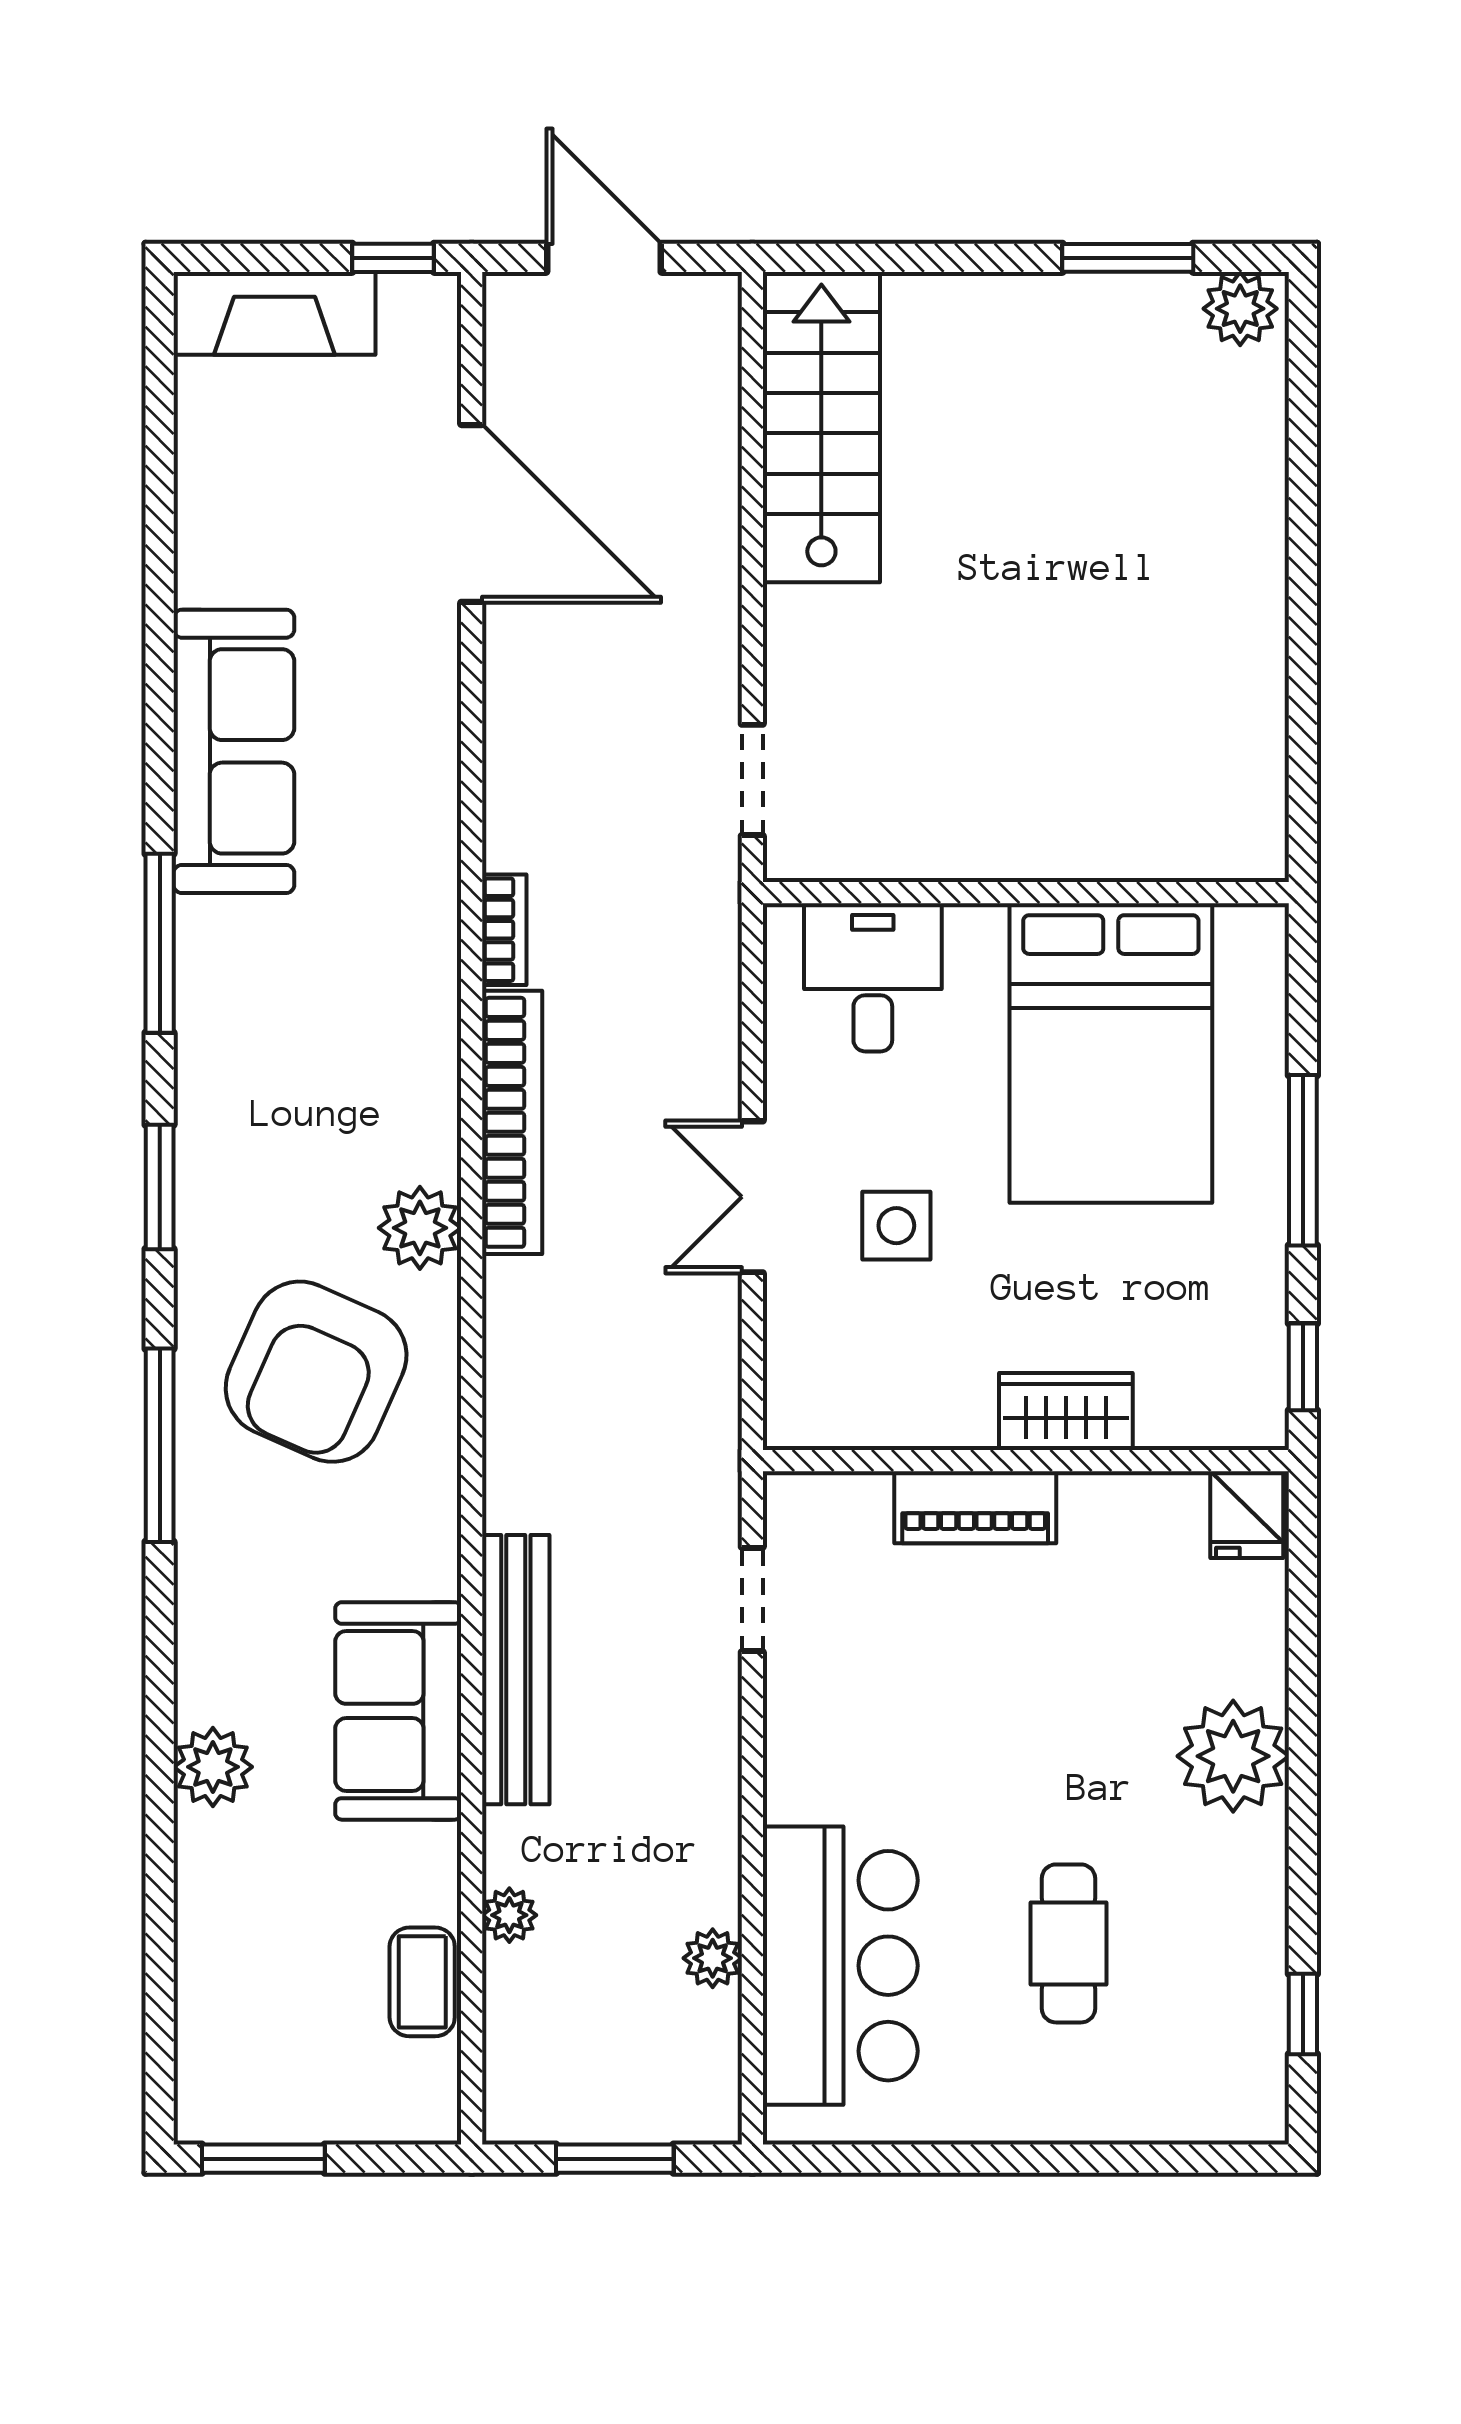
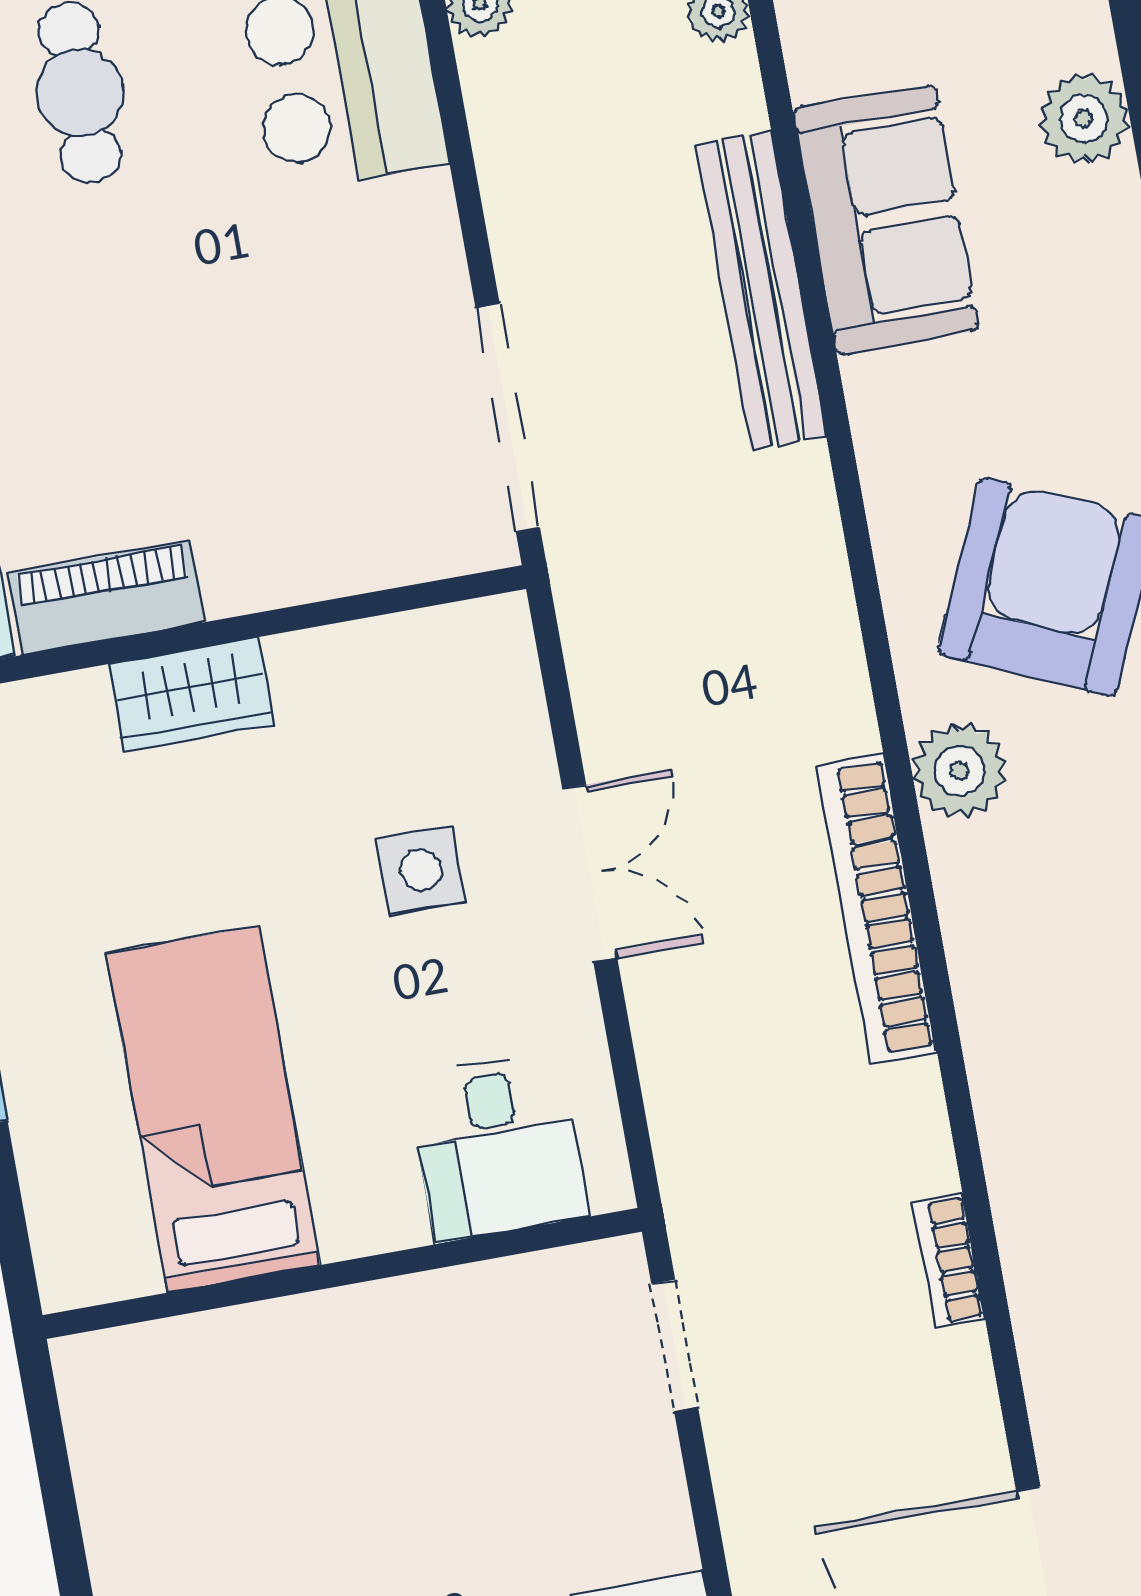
bookcase: (504, 930) -> (949, 1260), moved
bed: (1111, 1053) -> (213, 1109), width x0.67
piano: (975, 1507) -> (106, 598), moved
doorway: (752, 1600) -> (508, 418), width x1.88

